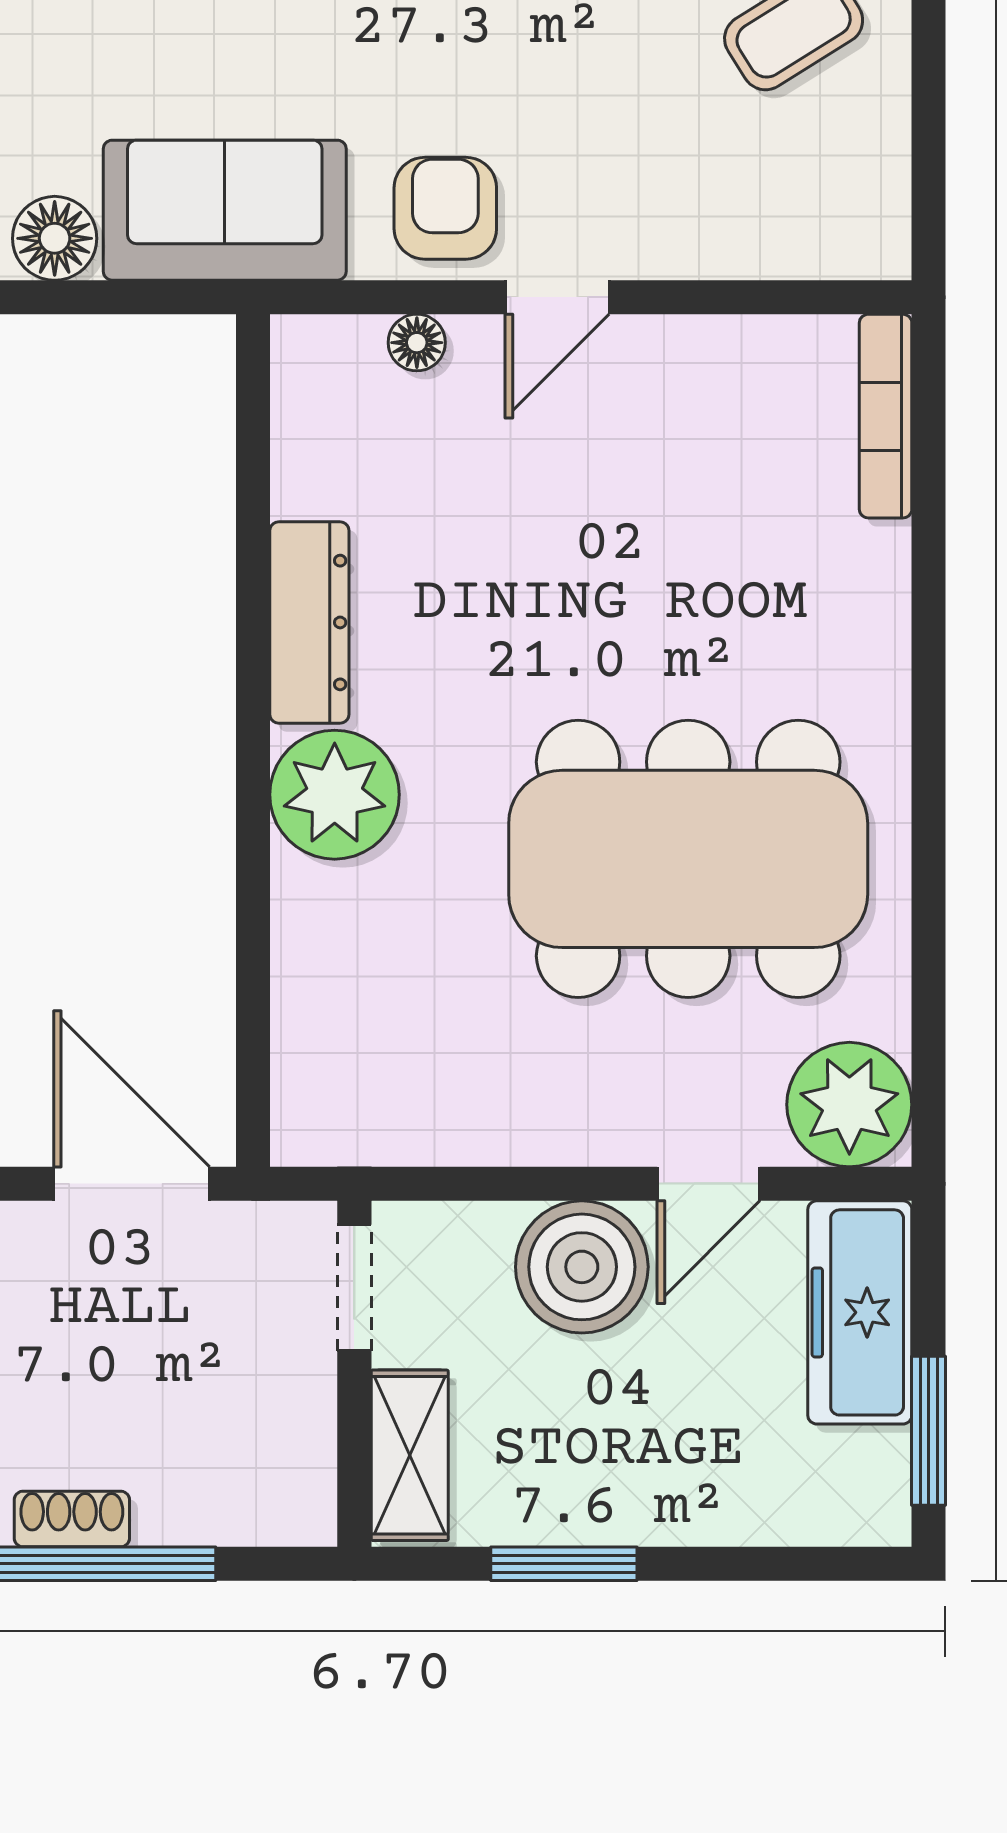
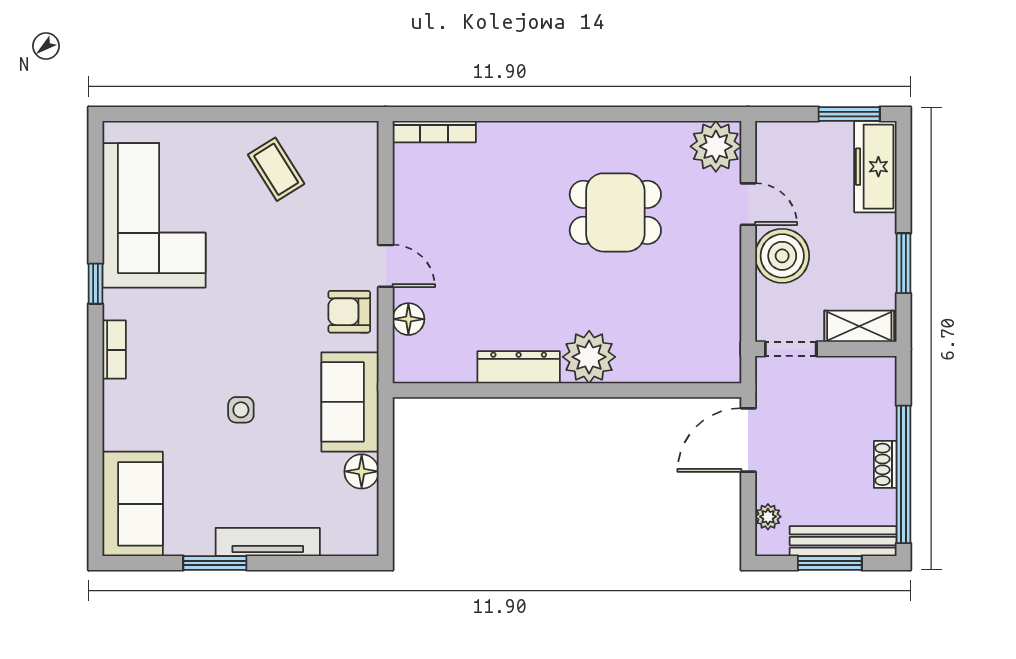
floor lamp: (417, 343) -> (408, 319), width x1.37, depth x1.37
dining table: (688, 859) -> (615, 212), width x0.53, depth x0.80
freezer: (860, 1312) -> (875, 167), moved, turned 90

